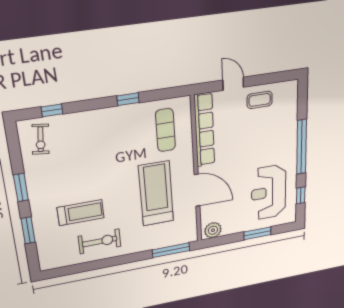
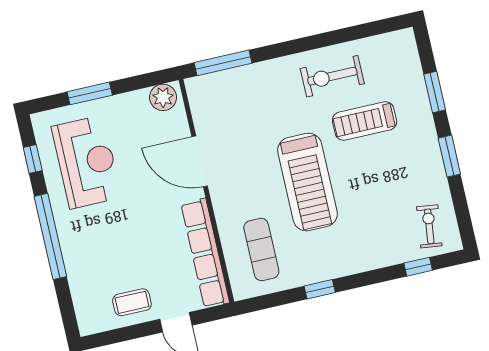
treadmill: (156, 194) -> (307, 182), moved

